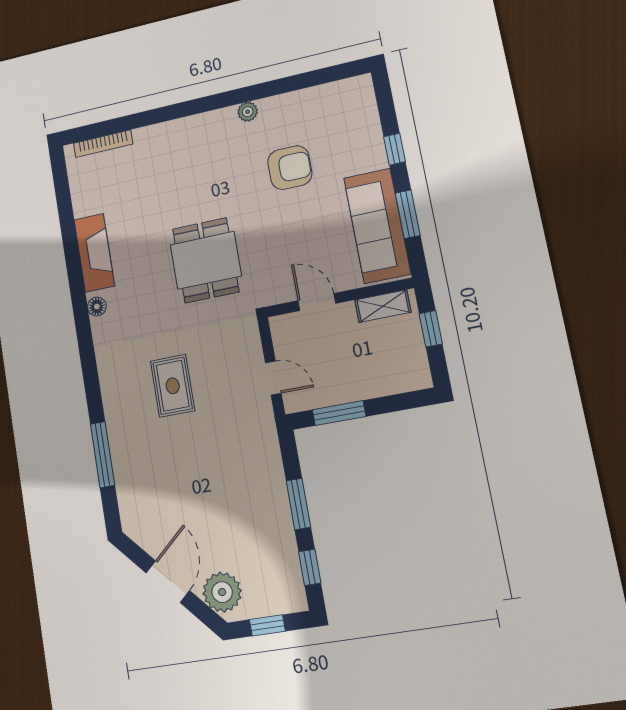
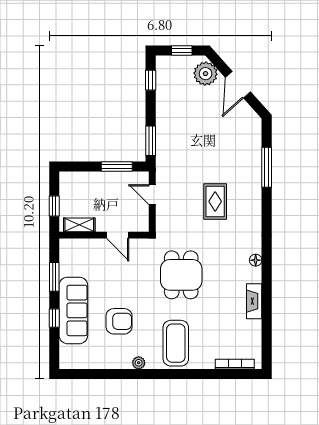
coffee table: (196, 154) -> (176, 343), added
armchair: (290, 168) -> (119, 321), turned 180
sofa: (377, 226) -> (73, 310), moved
fireplace: (94, 253) -> (254, 301), width x0.73, depth x0.76
window: (298, 504) -> (151, 141), moved

